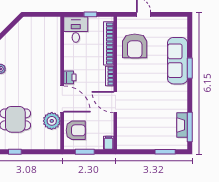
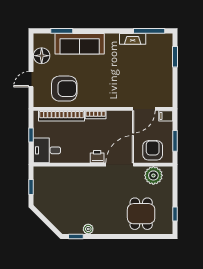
window: (41, 14) -> (31, 187), added
floor lamp: (166, 24) -> (42, 56), added
window: (190, 68) -> (62, 31), moved
door: (115, 102) -> (144, 109), moved
plant: (52, 121) -> (153, 175), moved
fireplace: (182, 125) -> (133, 39), moved

